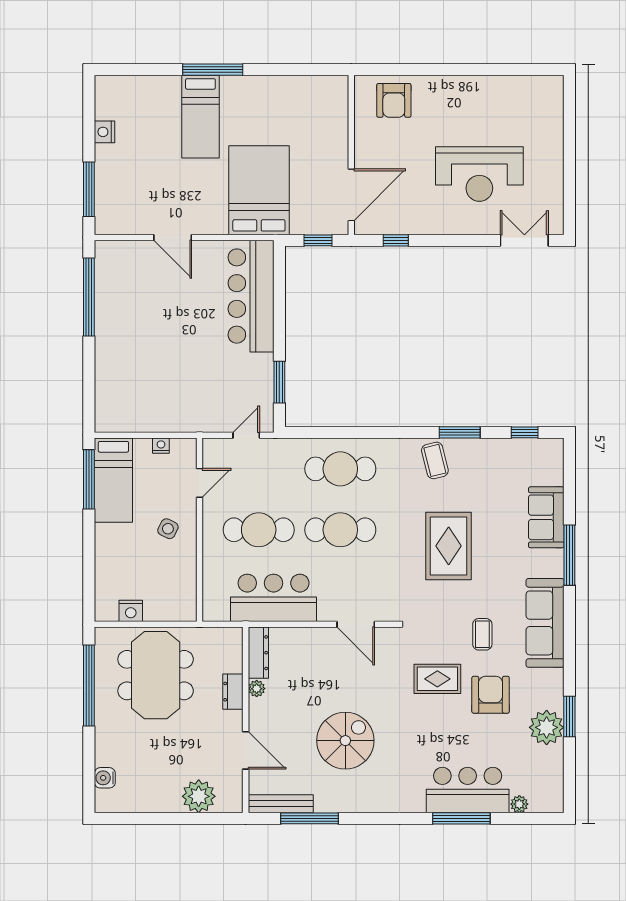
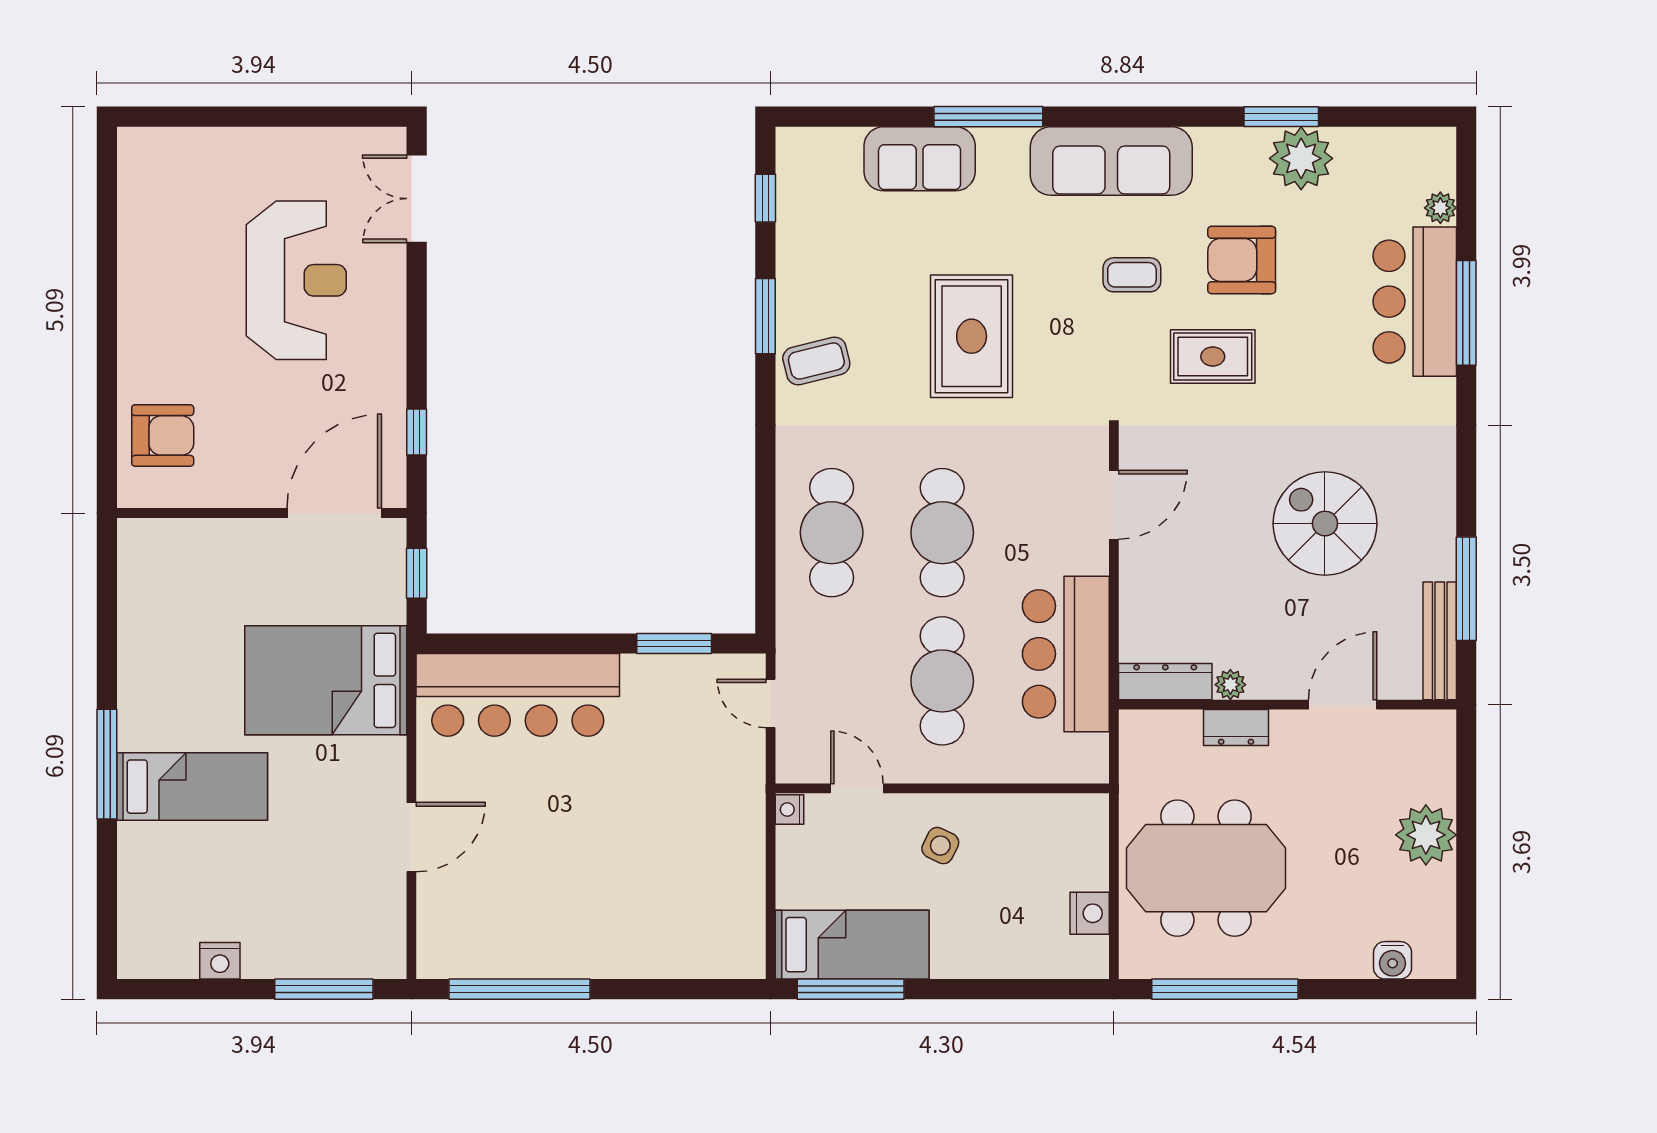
door: (351, 195) -> (334, 513), hinge flipped
nightstand: (161, 446) -> (790, 810), moved
rug: (449, 546) -> (972, 336), turned 90
rug: (437, 679) -> (1213, 357), turned 90
plant: (199, 796) -> (1426, 835), moved

